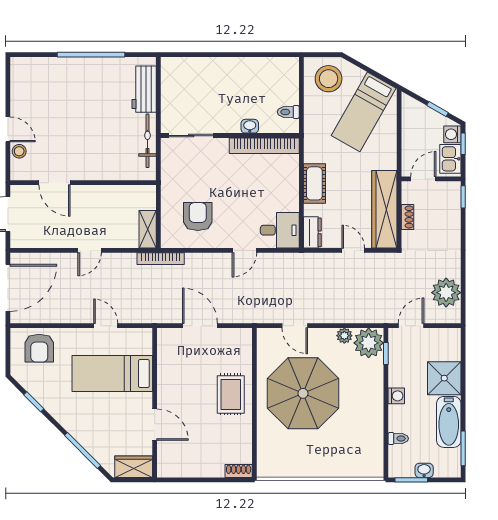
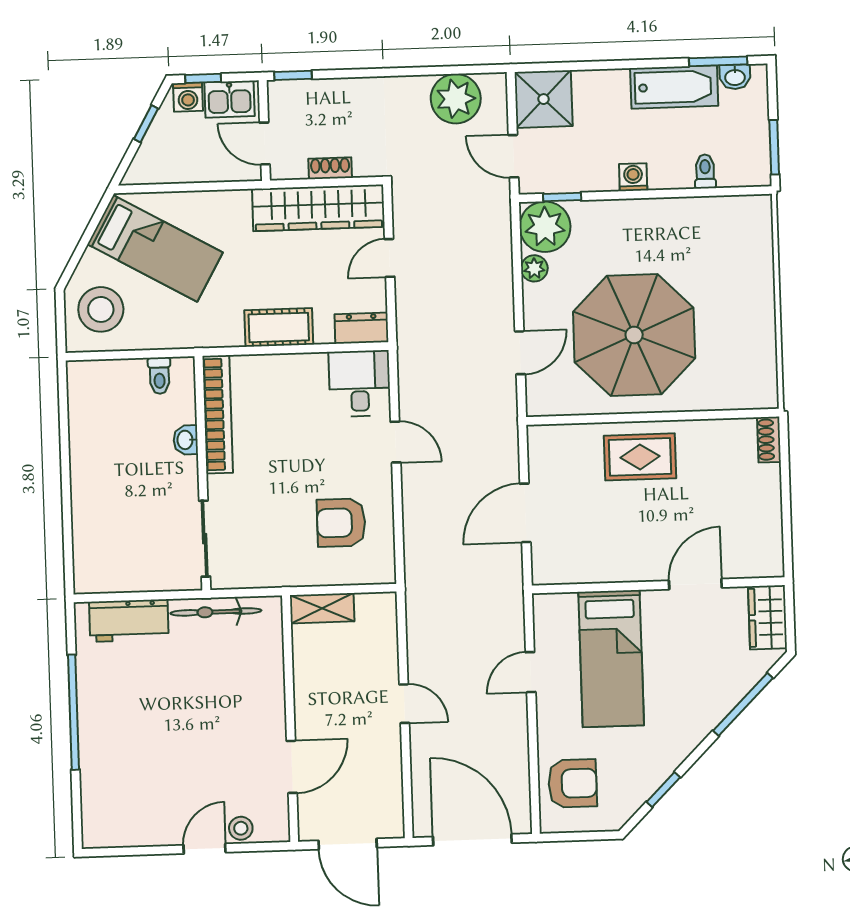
shelving: (148, 229) -> (322, 608), moved
bookcase: (161, 259) -> (414, 583), removed
shower: (444, 378) -> (544, 99), moved
washbasin: (424, 470) -> (735, 77), moved, turned -90

